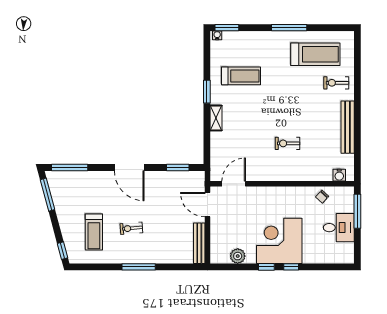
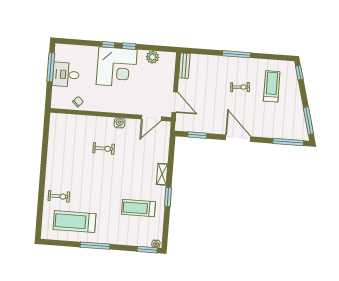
bench: (348, 127) -> (52, 158), removed
water cooler: (339, 175) -> (120, 123), moved
window: (357, 211) -> (51, 67), moved
bench: (199, 243) -> (184, 66), width x0.73

